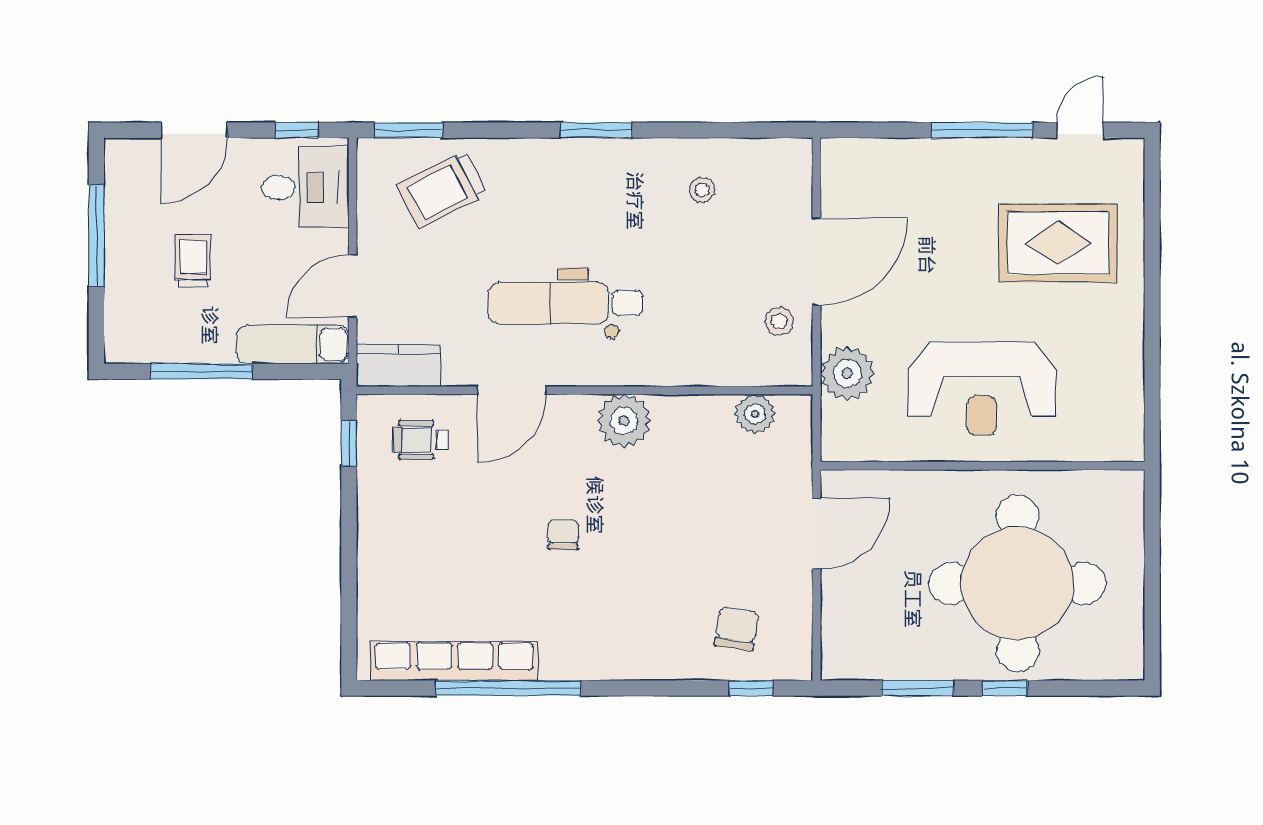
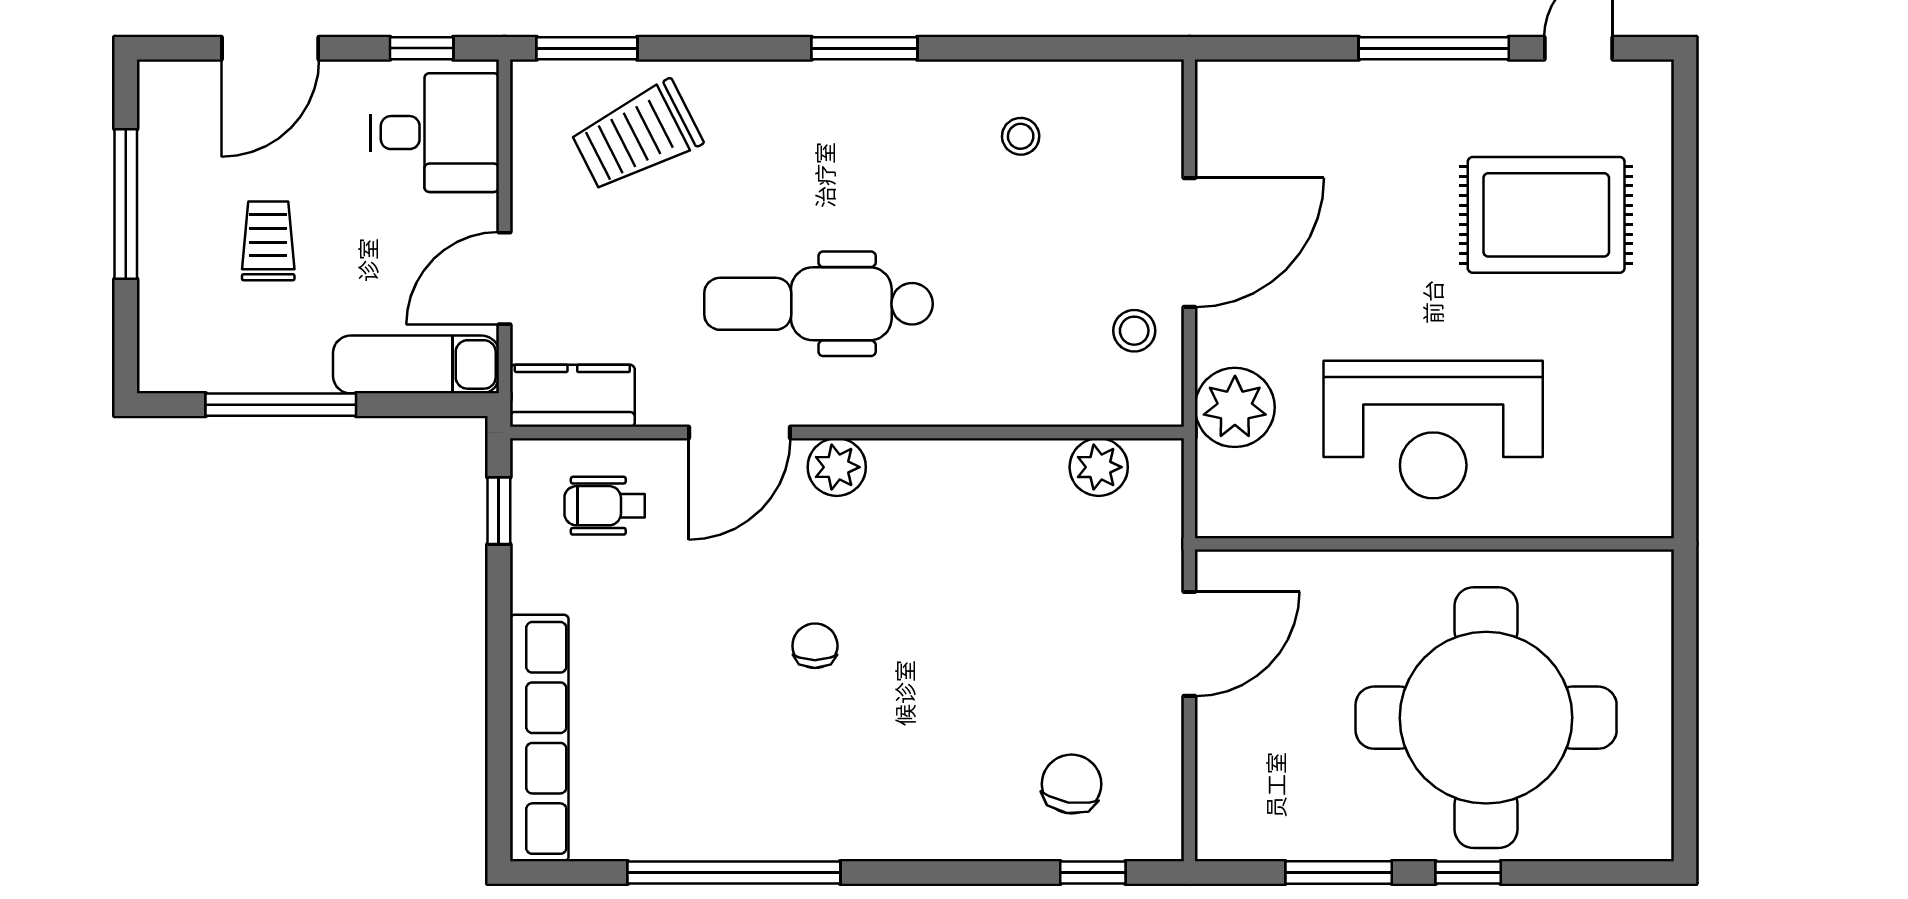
plant: (624, 421) -> (837, 467), moved, width x0.73, depth x0.73
row of seats: (454, 661) -> (539, 738), moved, turned 90

